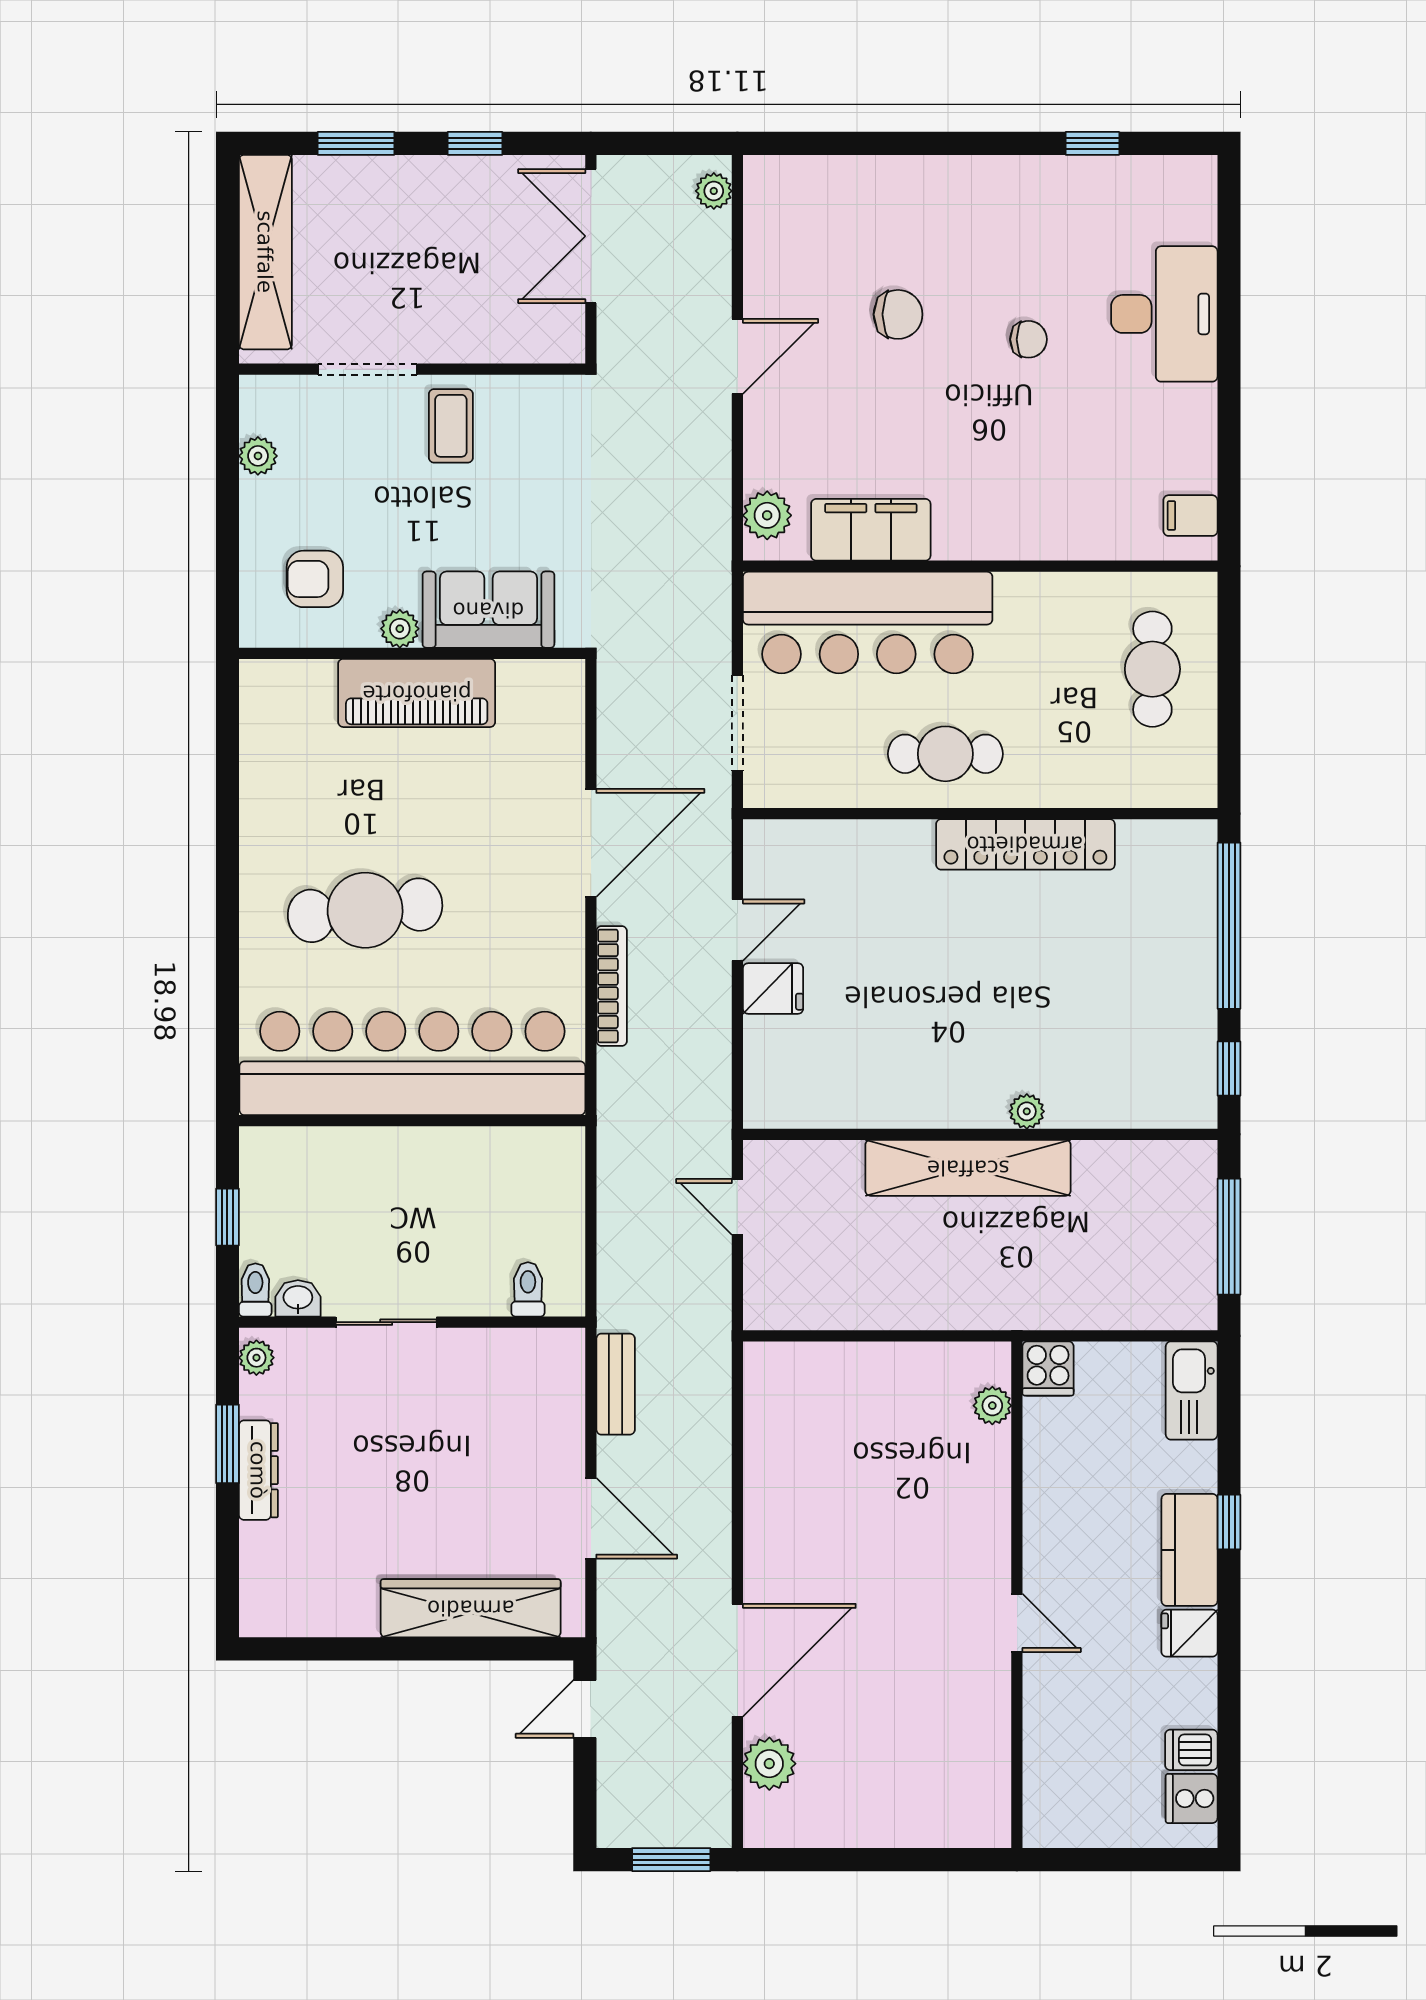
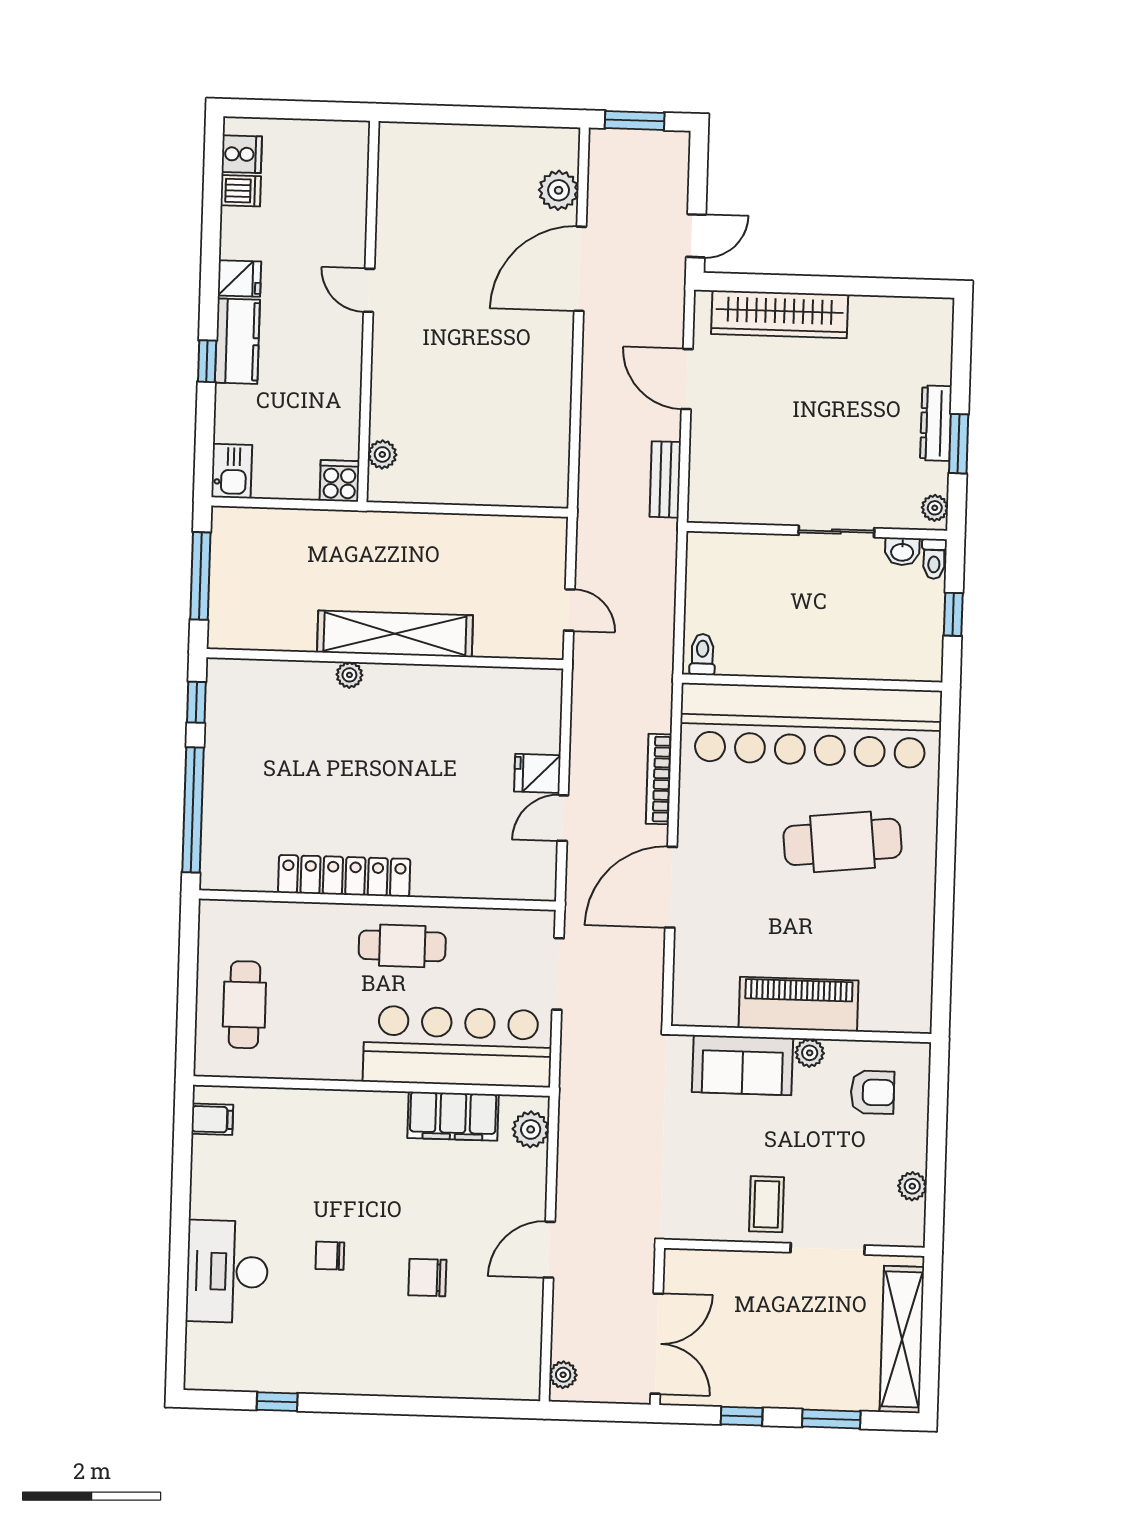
toilet: (528, 1289) -> (702, 654), moved, turned 180
kitchen sink: (1192, 1391) -> (232, 471), width x0.73

